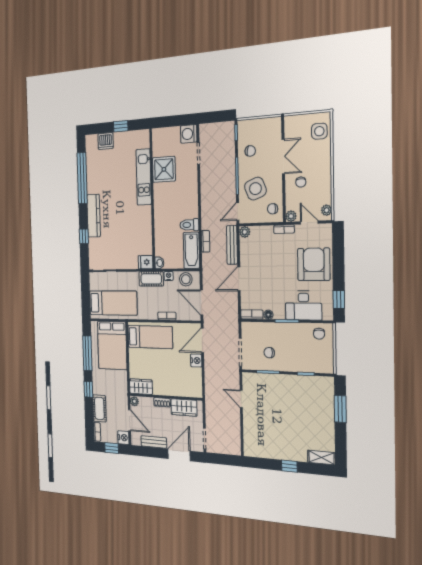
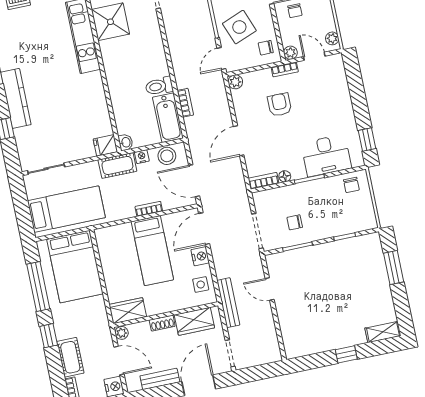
bench: (232, 245) -> (228, 303), moved
armchair: (314, 264) -> (280, 105), moved, width x0.53, depth x0.53
bed: (150, 337) -> (152, 251), moved, turned 90
side table: (193, 382) -> (201, 285), added

